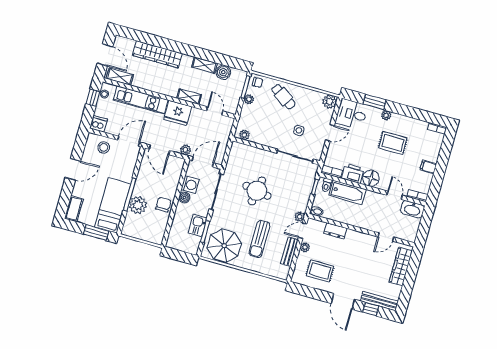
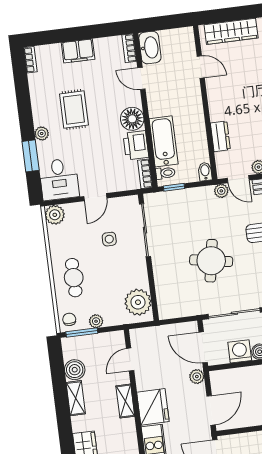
cafe table: (283, 97) -> (74, 278), turned -33
door: (330, 133) -> (95, 197), swing flipped
plant: (244, 135) -> (138, 302), width x1.87, depth x1.87
filing cabinet: (428, 167) -> (78, 51), width x2.00
door: (395, 195) -> (141, 78), hinge flipped

